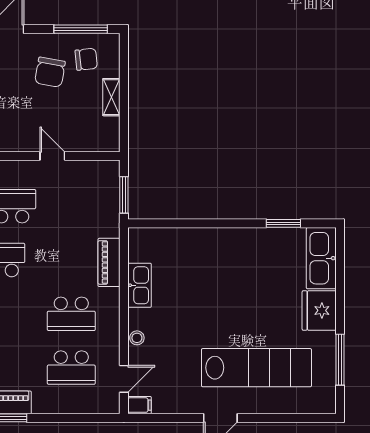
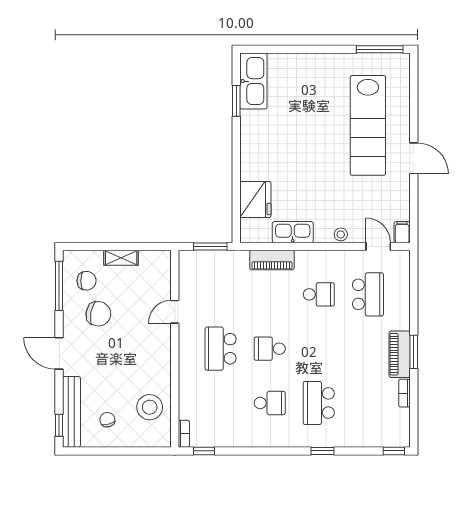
chair: (86, 59) -> (87, 281), turned 96
kitchen sink: (321, 258) -> (253, 81), moved, turned -90
fridge: (319, 310) -> (255, 200), moved, turned -90
school desk: (71, 314) -> (319, 294), width x0.54
window: (340, 360) -> (380, 49), moved
lab bench: (256, 368) -> (368, 125), turned 180

